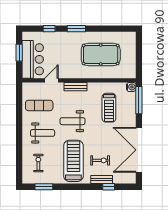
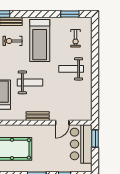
window: (19, 53) -> (95, 139), moved
exercise mat: (39, 105) -> (75, 97), removed
weight bench: (73, 121) -> (30, 82), moved

